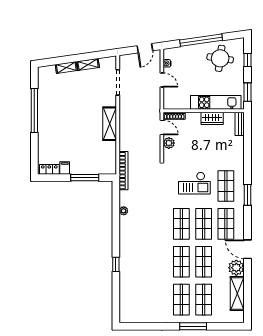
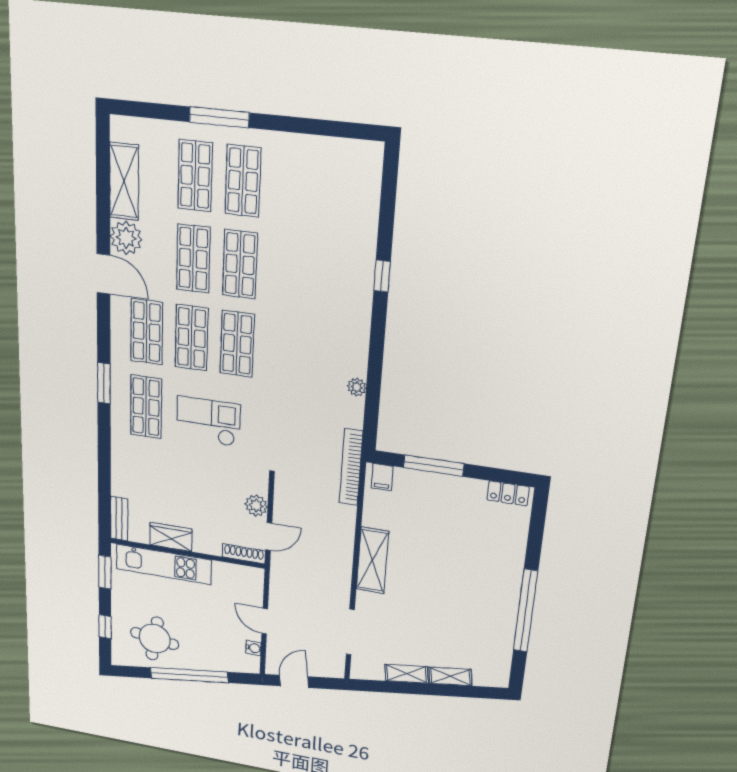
door: (162, 127) -> (269, 536), swing flipped
filing cabinet: (65, 168) -> (382, 477), moved

